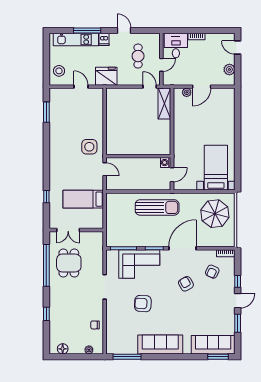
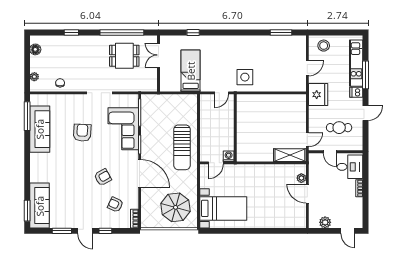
door: (238, 48) -> (348, 231), swing flipped
door: (172, 175) -> (216, 163), hinge flipped
sofa: (160, 344) -> (40, 129), moved

